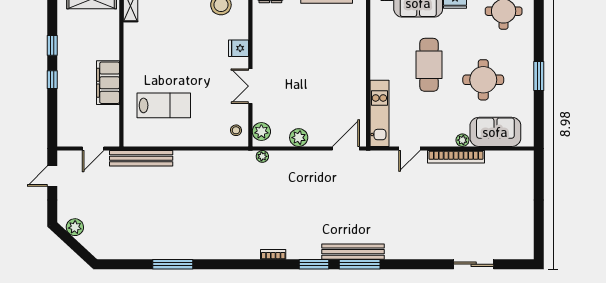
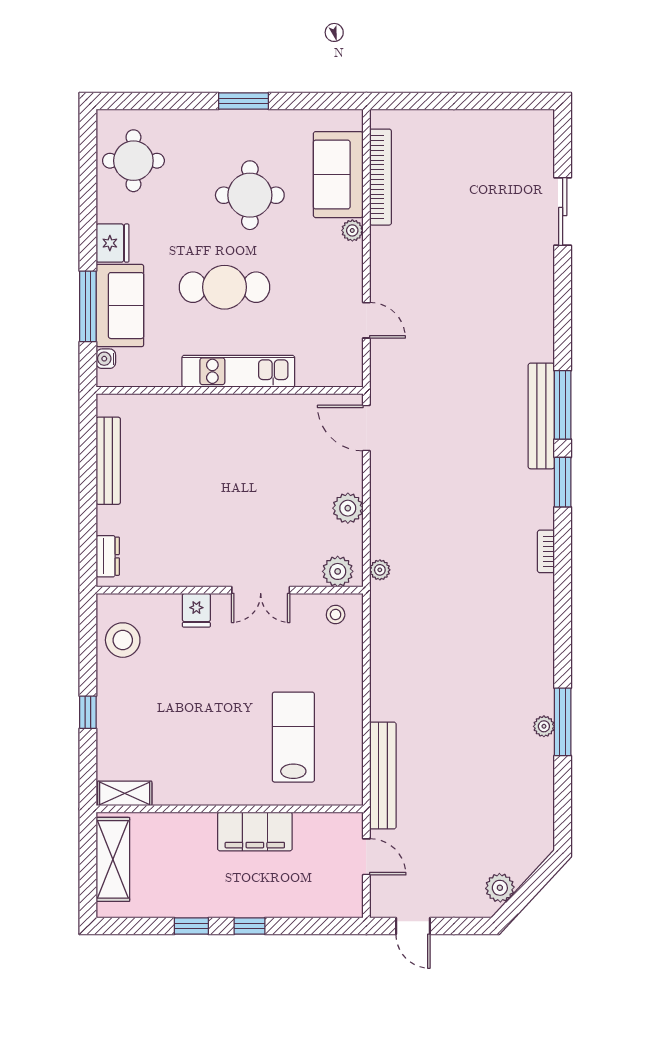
kitchen unit: (379, 113) -> (238, 371), moved
bookcase: (456, 157) -> (380, 177), moved
plant: (170, 253) -> (544, 726), added

